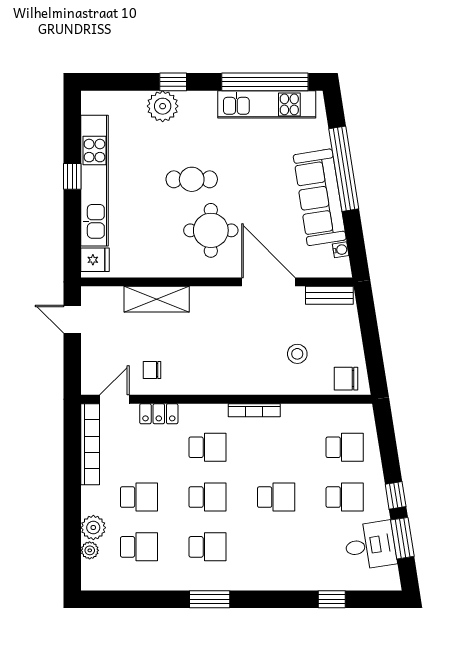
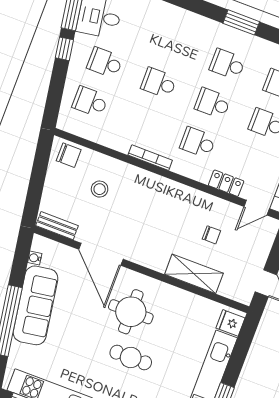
chair: (152, 370) -> (211, 235), moved

